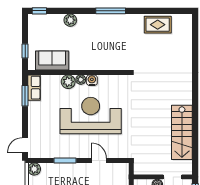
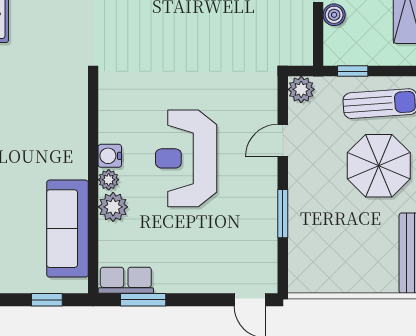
sofa: (52, 61) -> (67, 229), width x1.36
reception desk: (91, 116) -> (186, 158), width x0.74, depth x0.77
plant: (34, 169) -> (301, 89), moved

